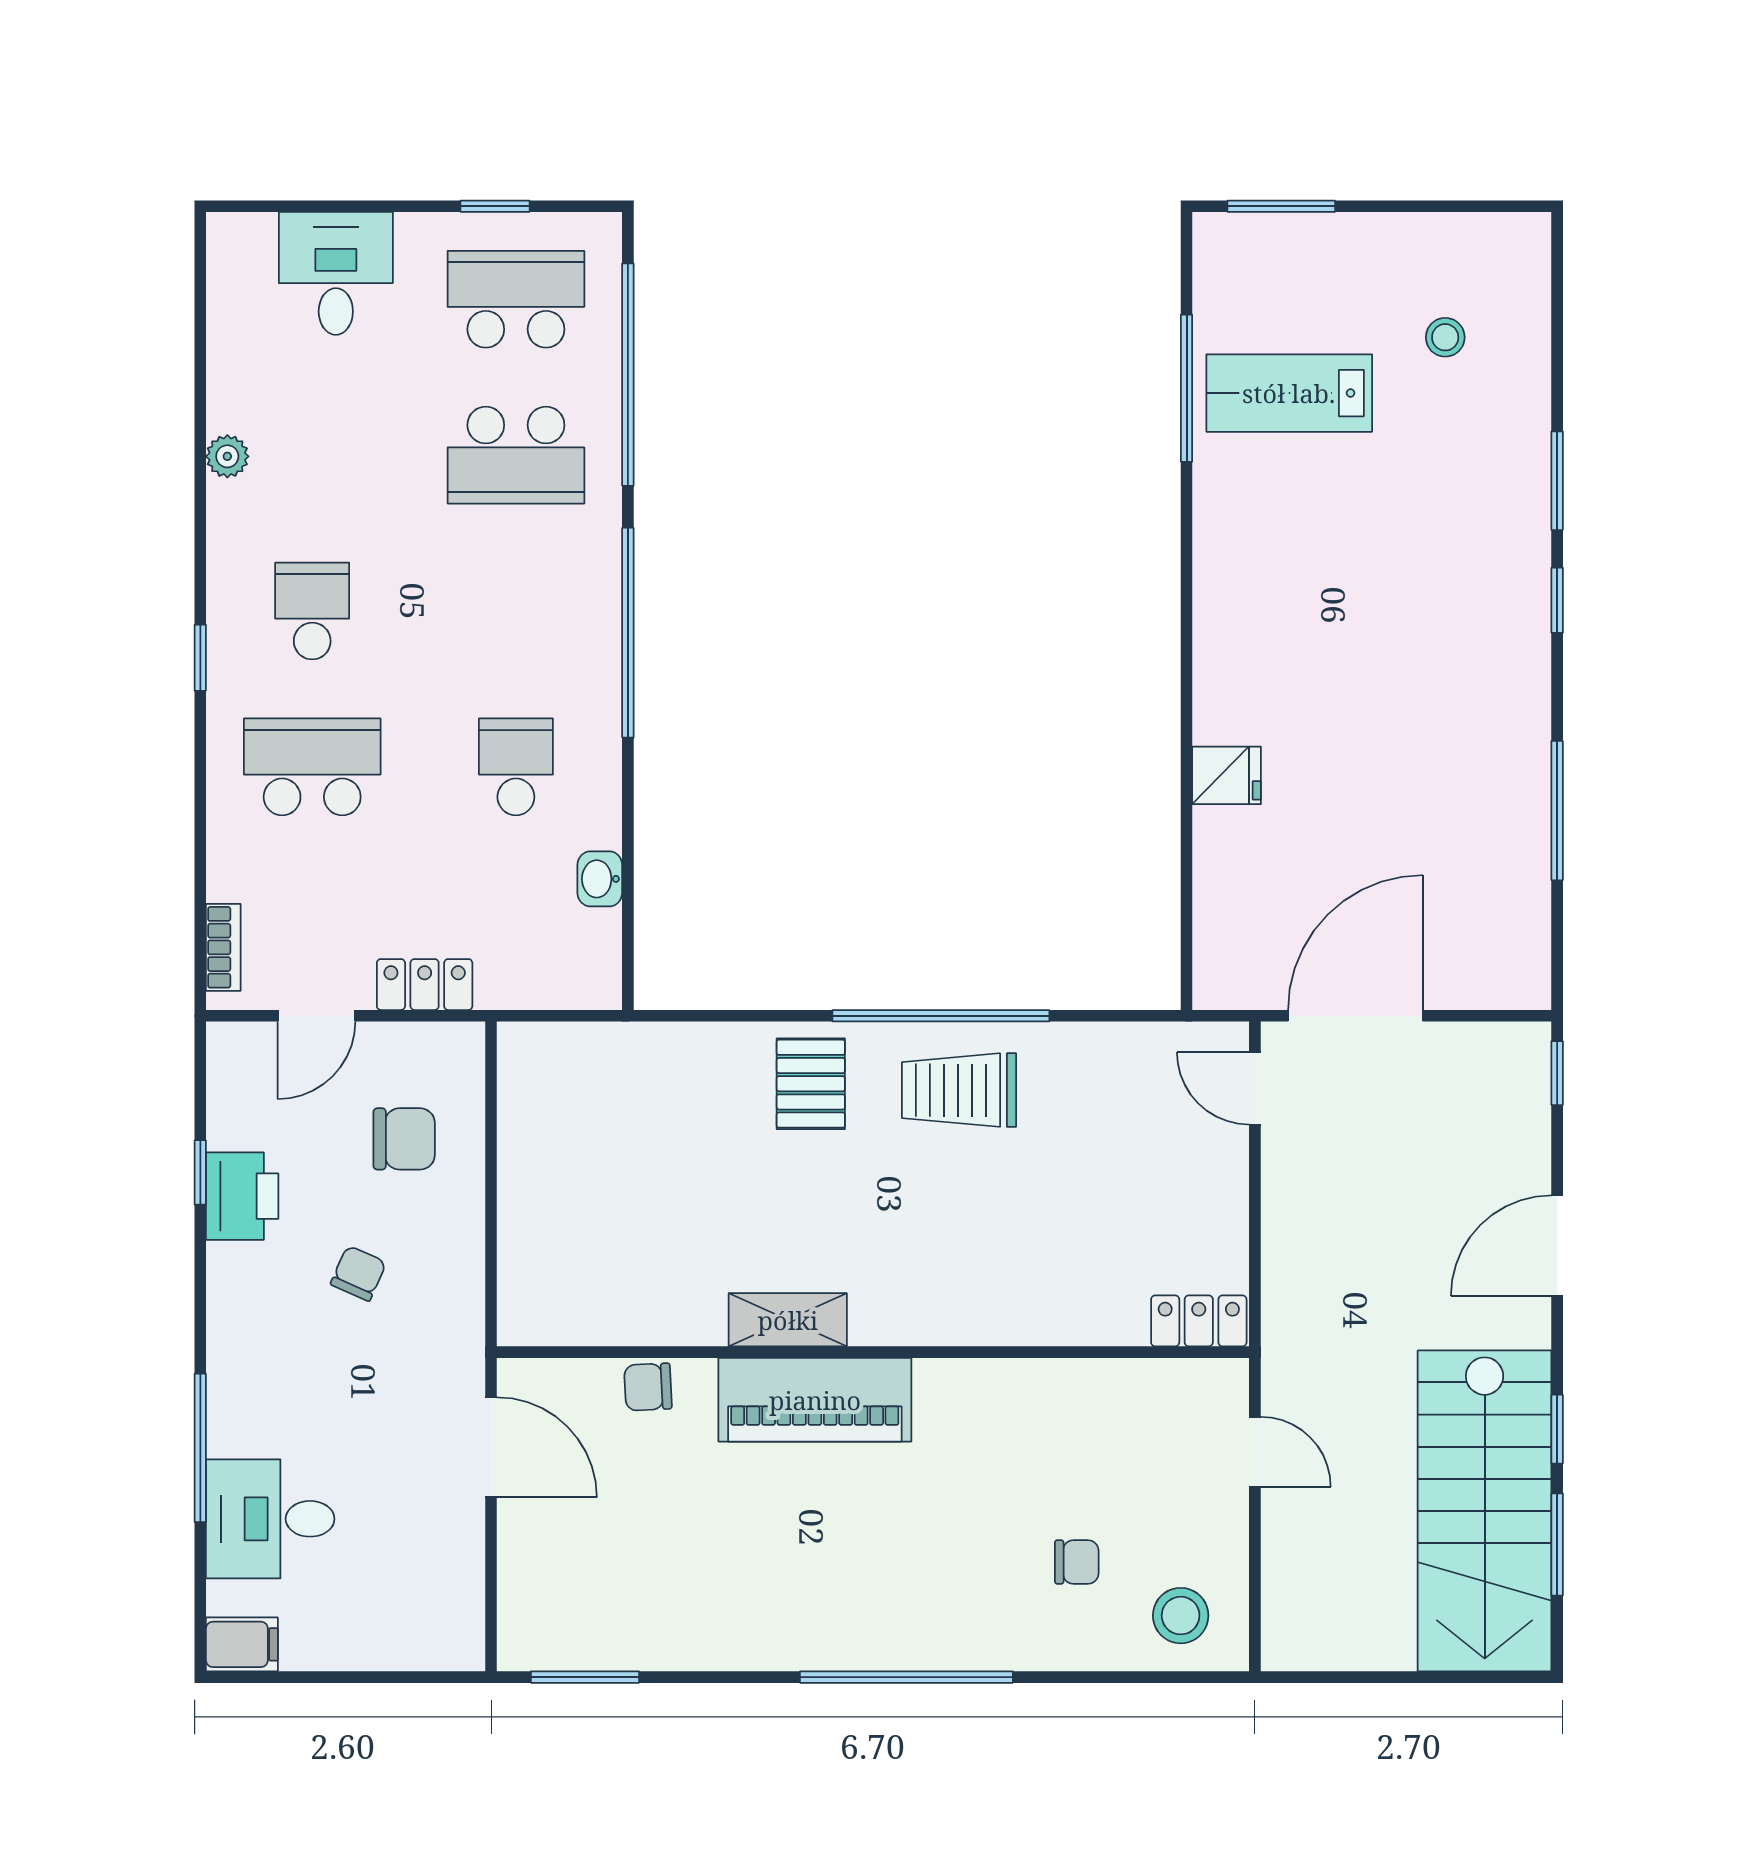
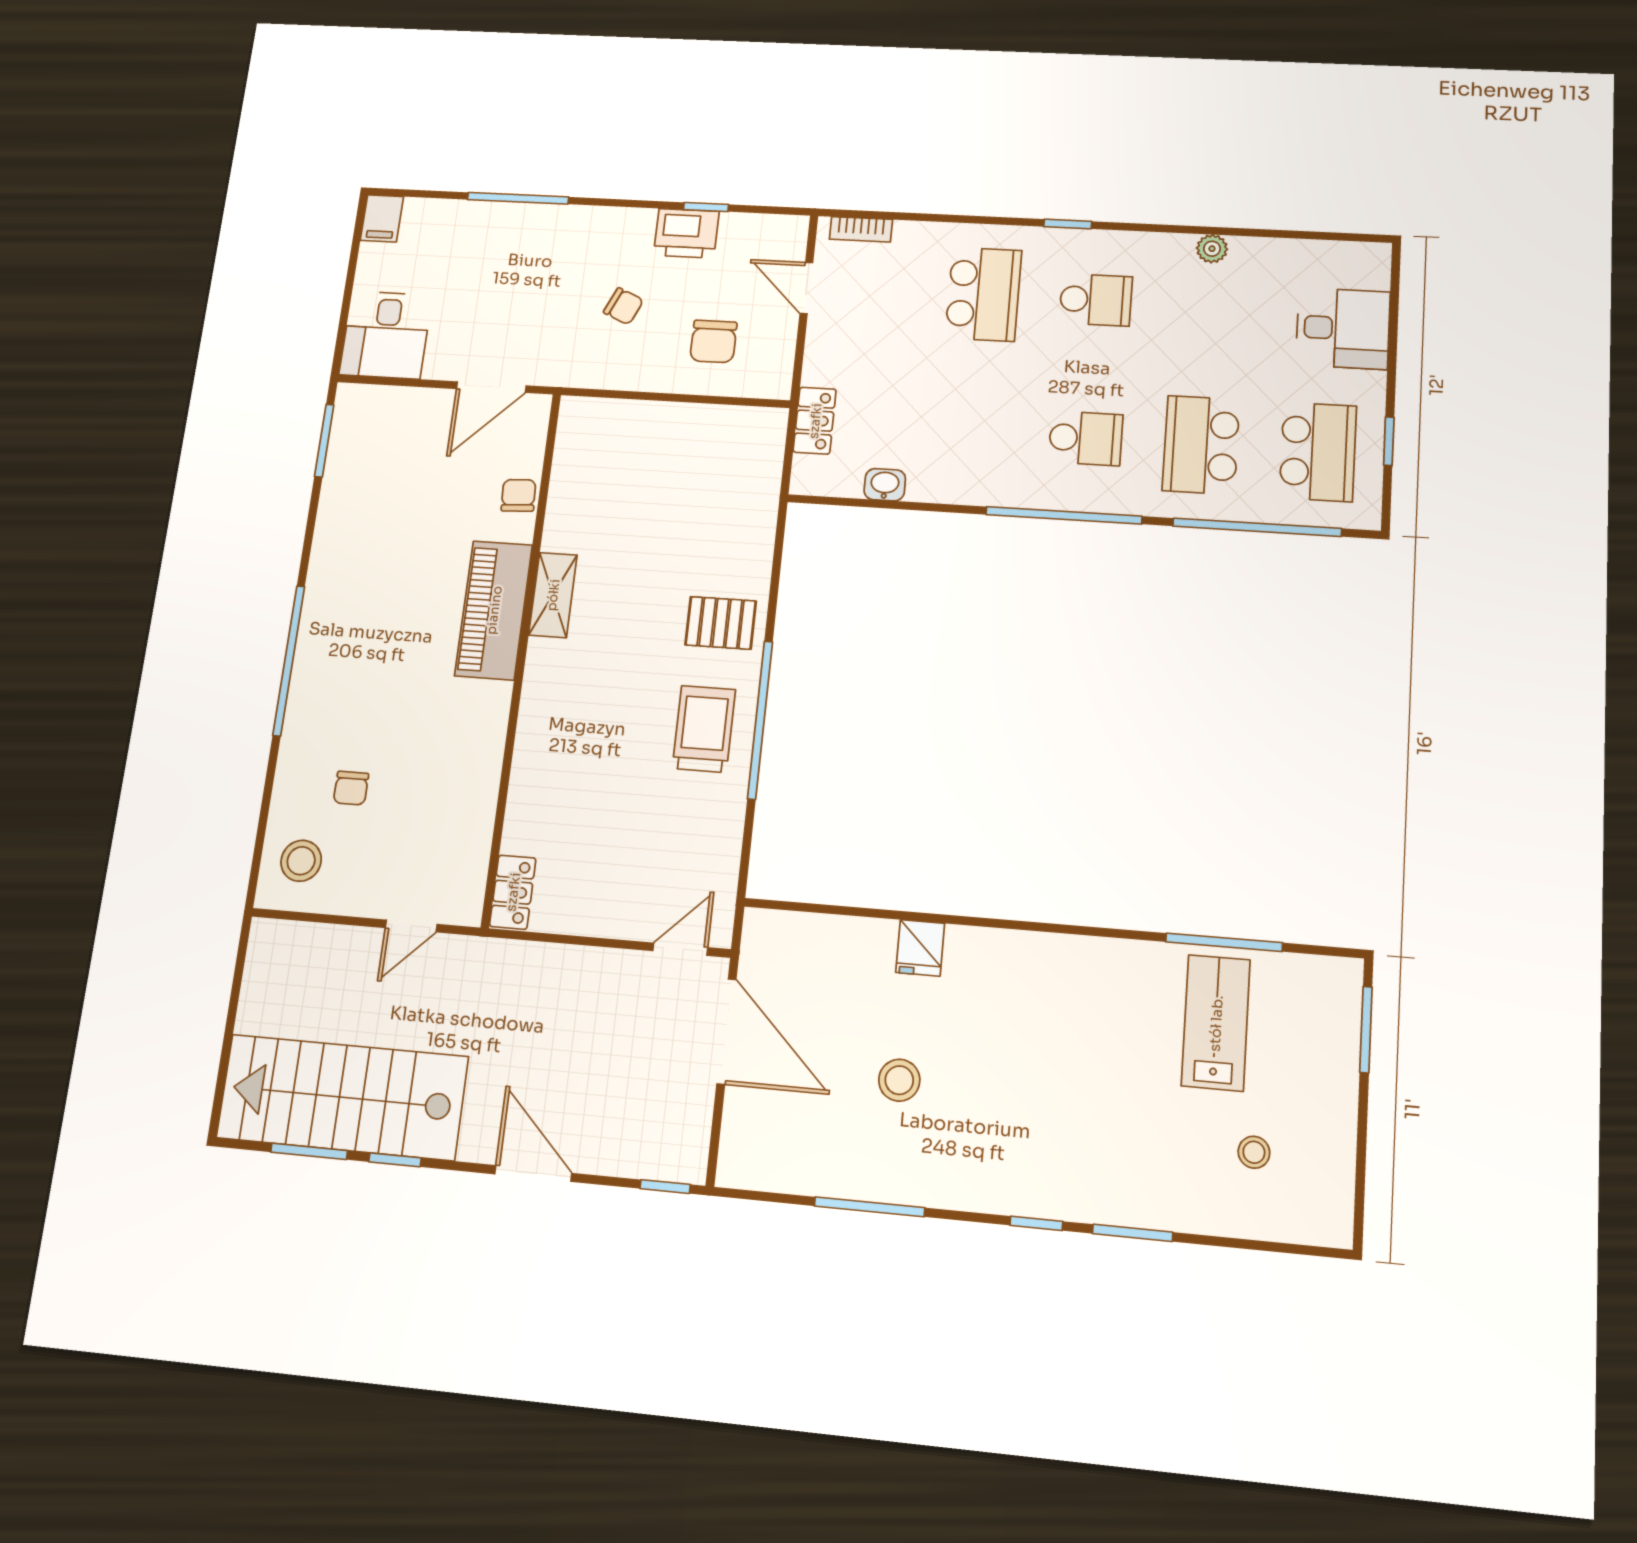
school desk: (516, 767) -> (1086, 438), moved
stool: (1397, 787) -> (899, 1080), added
locker: (425, 985) -> (815, 421), moved
desk: (270, 1519) -> (386, 335), moved, turned 180

